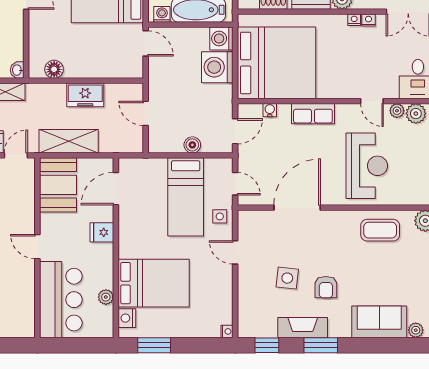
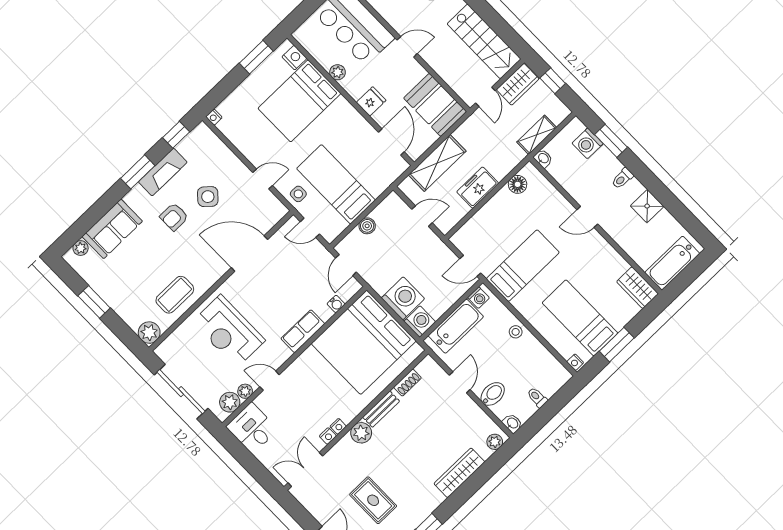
shelving: (69, 141) -> (437, 163), moved
door: (297, 208) -> (249, 254), swing flipped
side table: (287, 278) -> (208, 197), turned 36
armchair: (326, 287) -> (174, 217), turned -90
plant: (106, 297) -> (338, 72), moved

